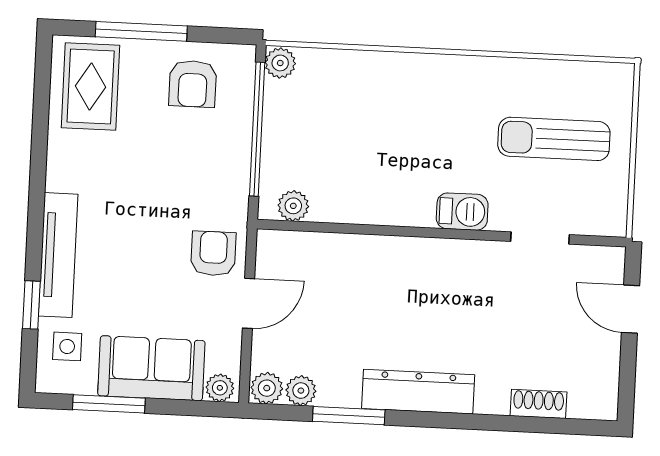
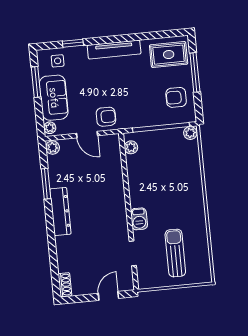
tv unit: (58, 255) -> (114, 50), moved
plant: (301, 391) -> (54, 162), removed
shoe rack: (538, 404) -> (65, 285), moved

